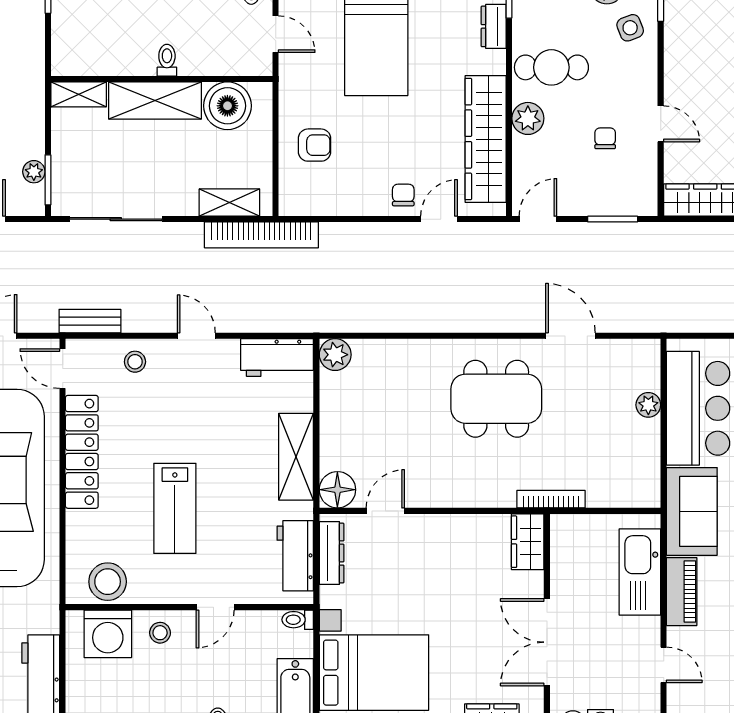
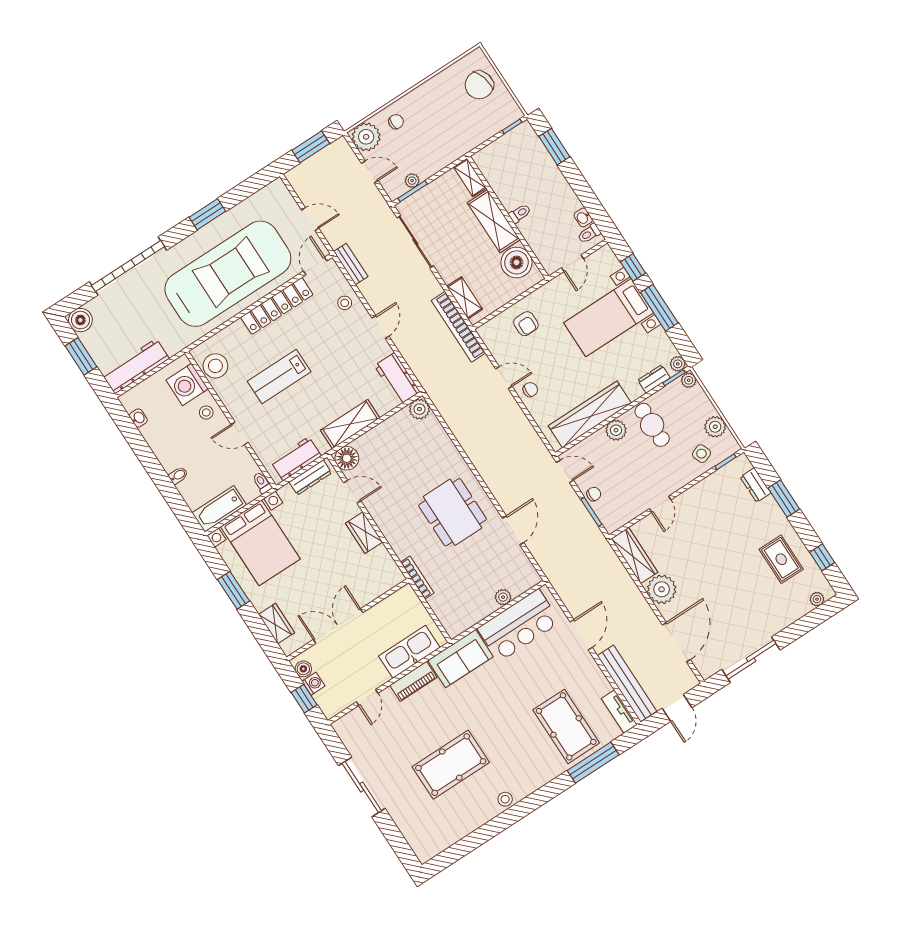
chair: (605, 138) -> (594, 494), moved
door: (439, 219) -> (504, 378), moved
wardrobe: (528, 542) -> (364, 533), moved, turned -90

